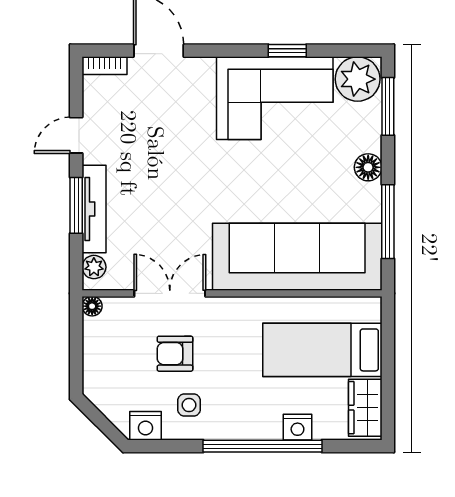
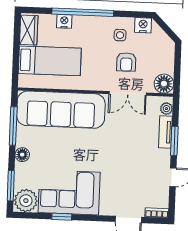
tv unit: (94, 209) -> (165, 132), width x0.71
floor lamp: (92, 306) -> (164, 84), width x1.89, depth x1.89
armchair: (175, 354) -> (126, 62), turned 90

